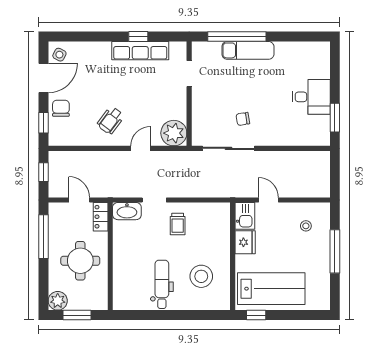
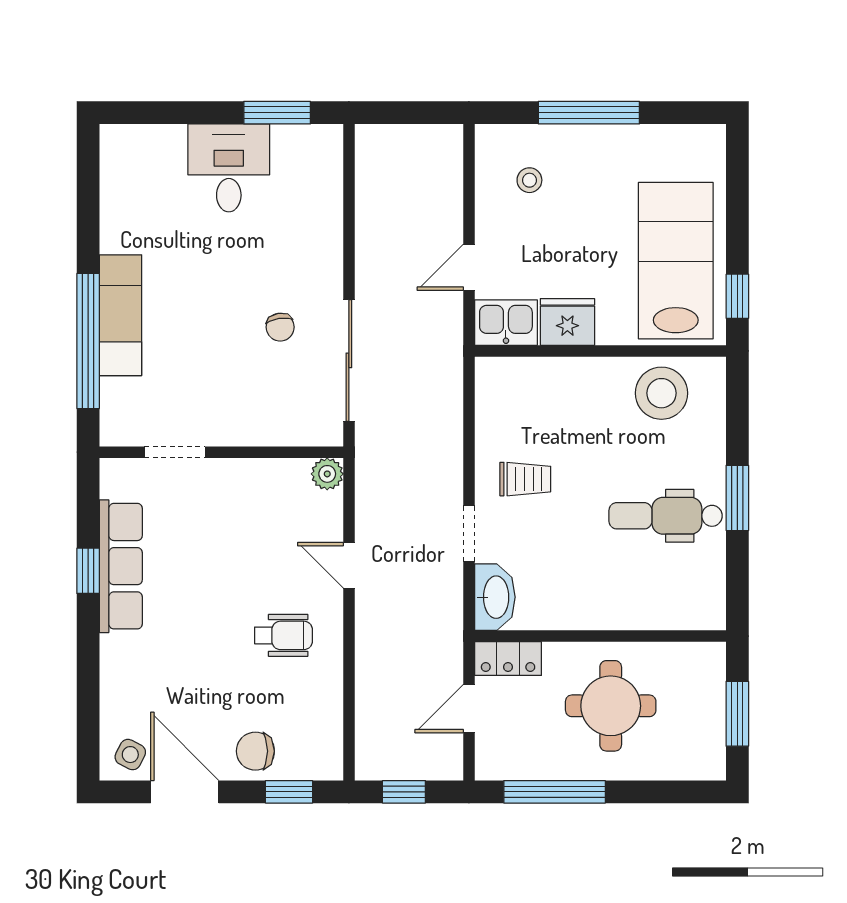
wheelchair: (111, 120) -> (283, 635), turned -37
plant: (174, 133) -> (327, 474), width x0.53, depth x0.53
stool: (201, 276) -> (661, 393), moved
plant: (58, 301) -> (704, 759), removed
window: (170, 315) -> (737, 498), added

